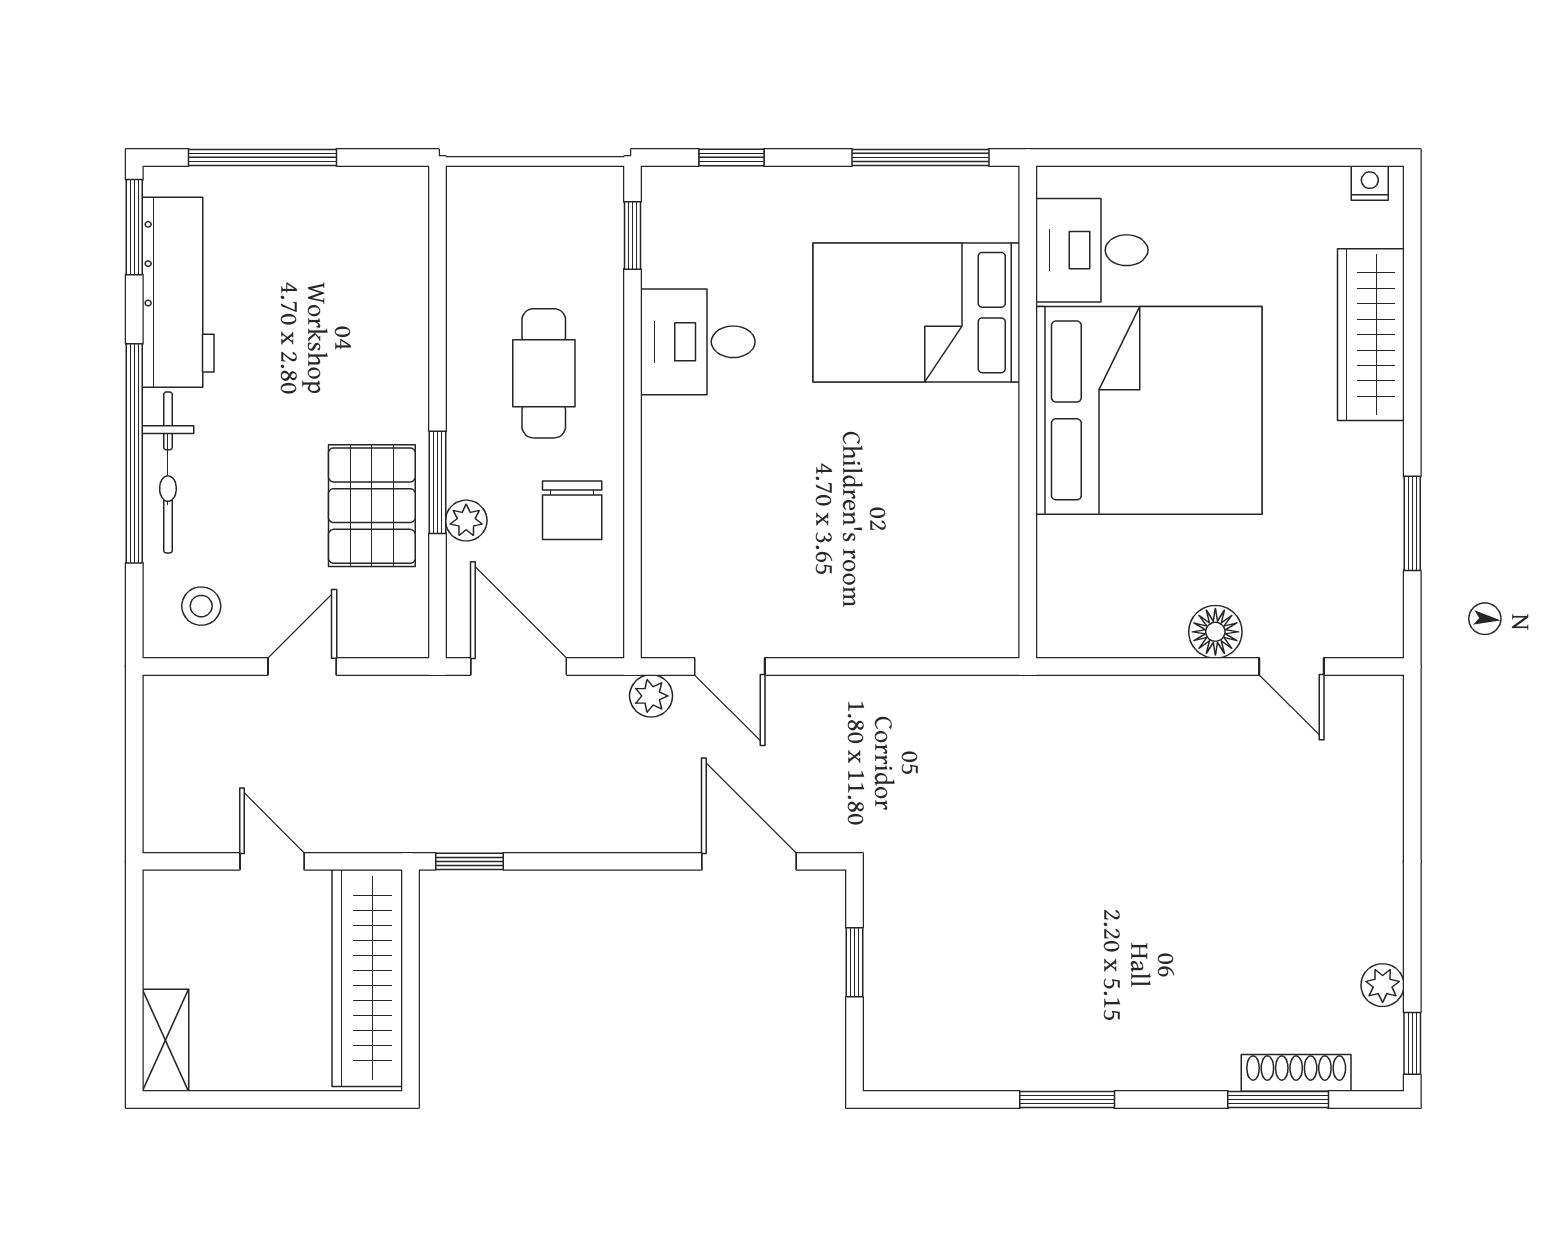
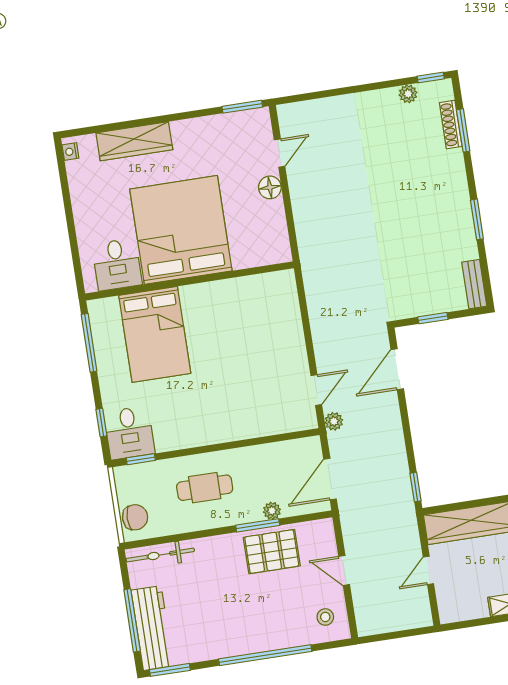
workbench: (178, 292) -> (152, 628), moved, turned 90
desk: (698, 342) -> (129, 433), moved
bicycle: (168, 472) -> (160, 555), moved, turned 180
chair: (572, 510) -> (135, 517), moved
window: (1412, 523) -> (242, 107), moved
bench: (918, 1070) -> (474, 284), added

